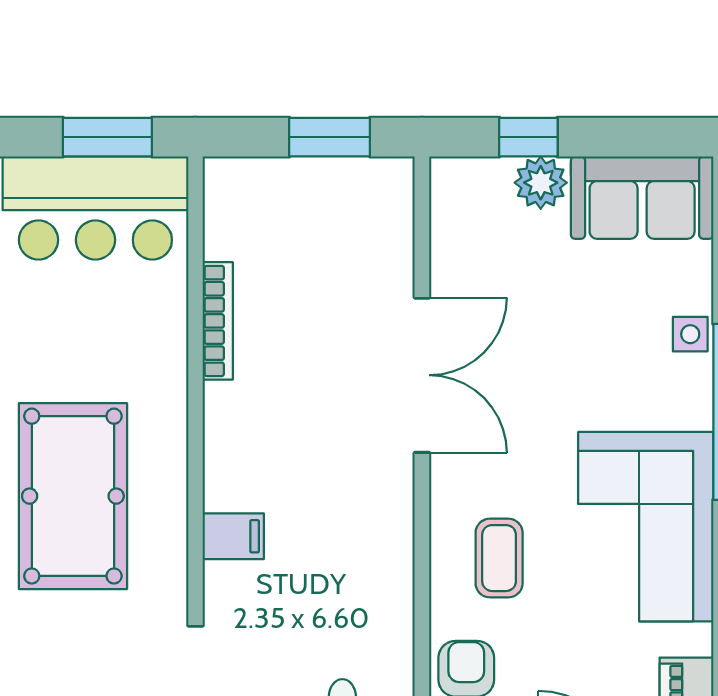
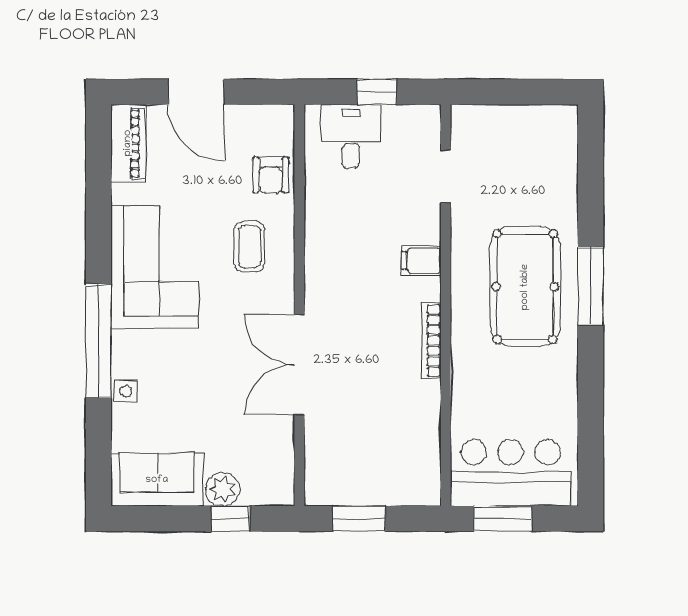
bookcase: (218, 321) -> (431, 341), moved

